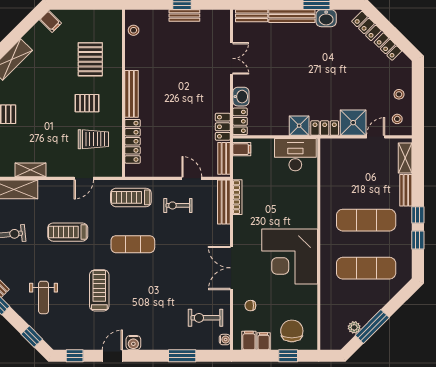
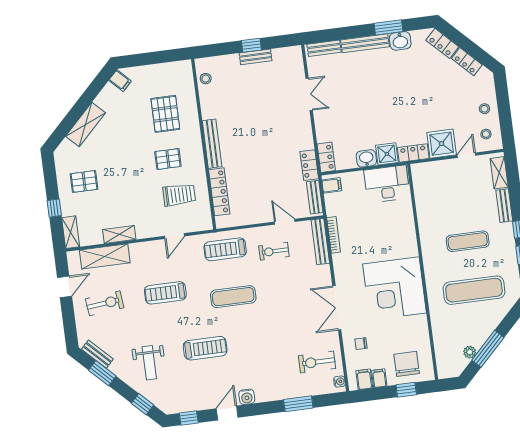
washbasin: (241, 97) -> (366, 158), moved, turned -90
exercise mat: (366, 220) -> (468, 241), width x0.73, depth x0.69
treadmill: (99, 290) -> (205, 348), turned 90

